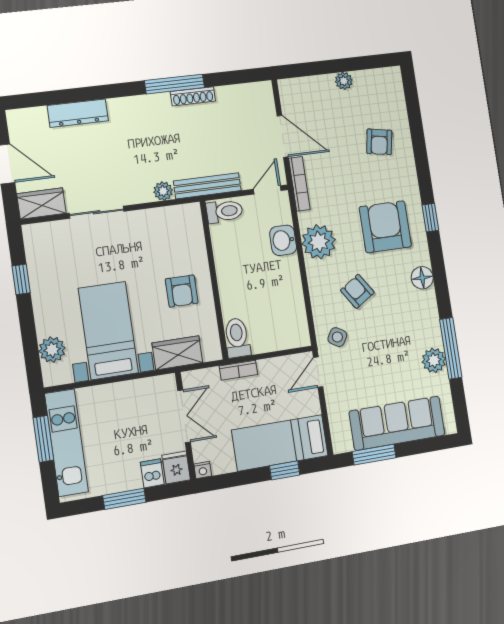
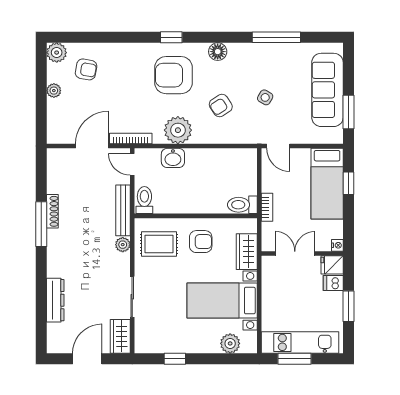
armchair: (379, 142) -> (86, 69), moved
rug: (171, 238) -> (159, 244), added
side table: (337, 337) -> (265, 97), moved
plant: (434, 360) -> (57, 53), moved

